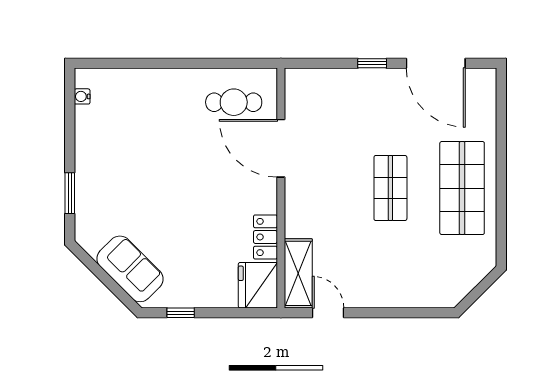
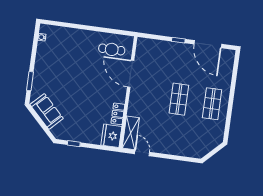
shop shelf: (462, 188) -> (212, 104), width x0.70, depth x0.74
sofa: (130, 269) -> (47, 111), moved

